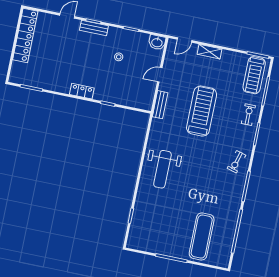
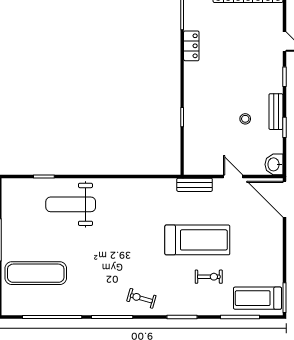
bench: (94, 28) -> (276, 112), moved
door: (185, 40) -> (284, 199), width x1.88
shelving: (209, 52) -> (276, 234), removed
locker: (82, 91) -> (191, 46), moved
exercise bike: (248, 115) -> (209, 277), moved
weight bench: (162, 169) -> (71, 204), moved

